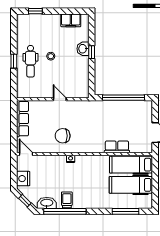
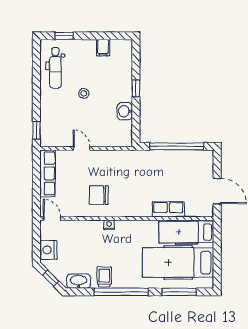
filing cabinet: (71, 20) -> (103, 48), width x0.50
washbasin: (83, 49) -> (125, 111), moved
window: (14, 61) -> (36, 130), moved
dental chair: (31, 61) -> (55, 68), moved
door: (60, 99) -> (82, 148), moved
hospital bed: (131, 185) -> (178, 263), width x1.37, depth x1.29
window: (65, 211) -> (121, 292), moved

